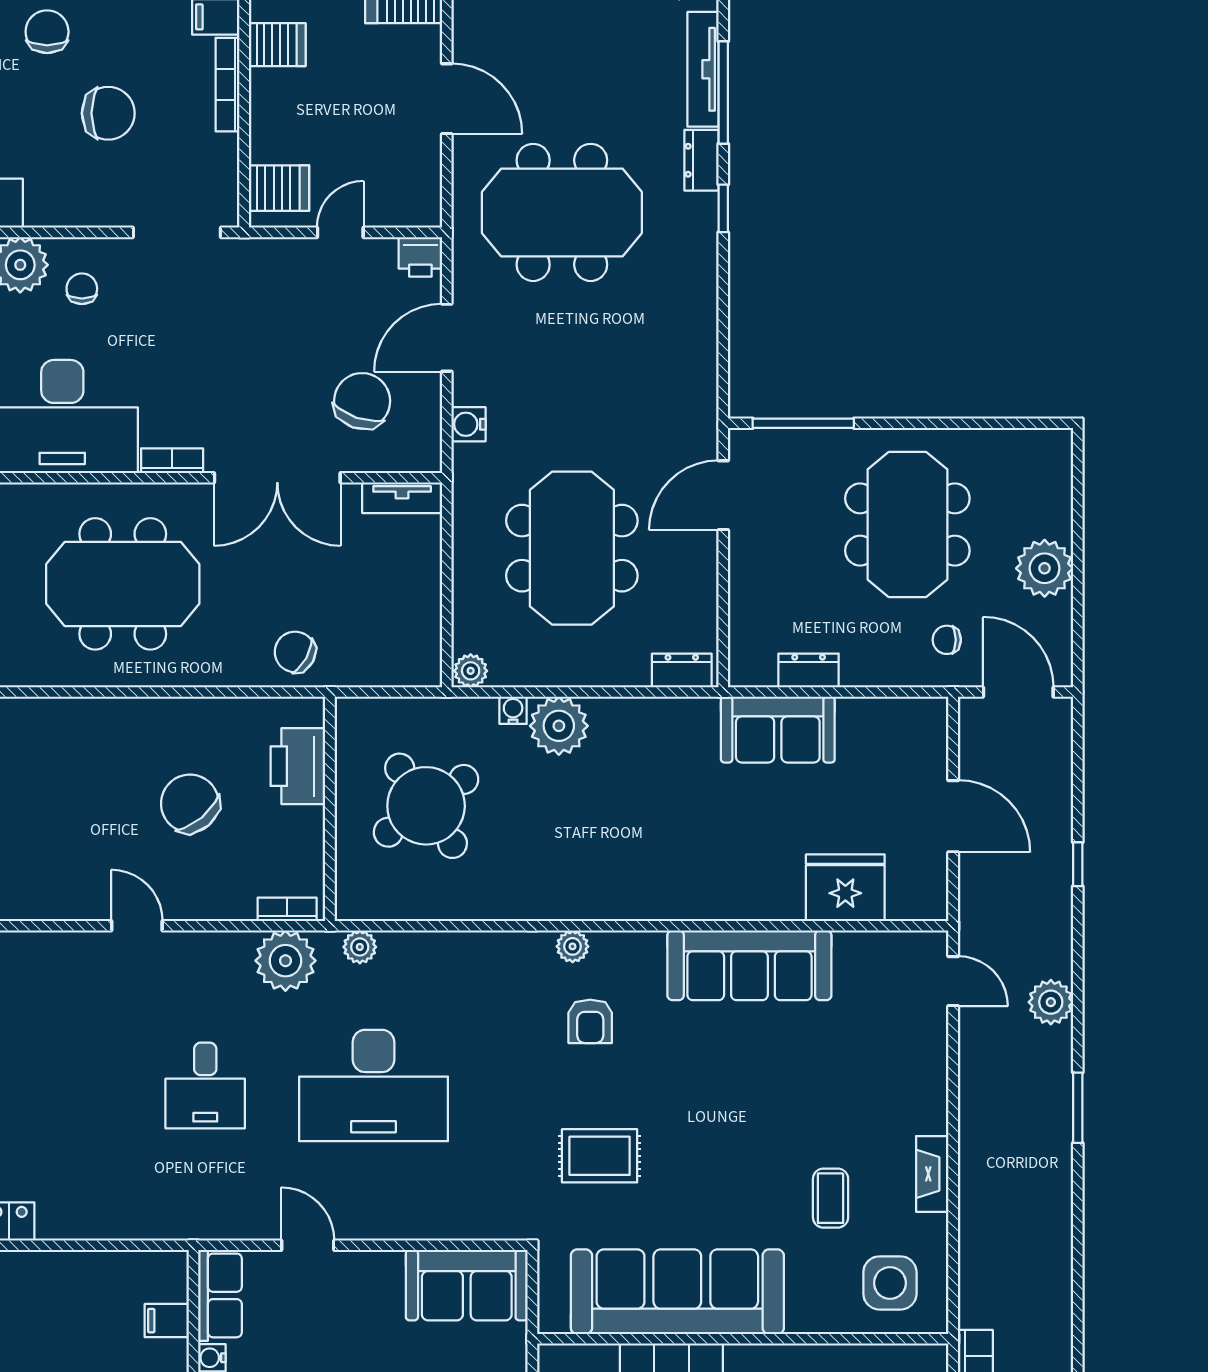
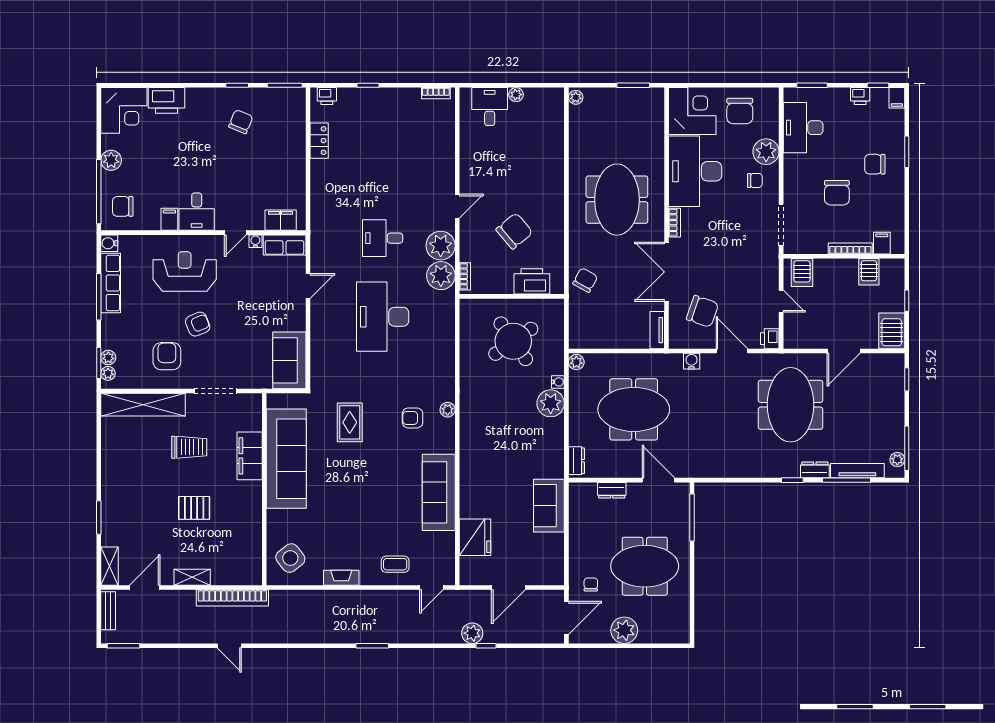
chair: (47, 32) -> (875, 164), turned 180
dresser: (809, 670) -> (612, 490), moved, turned 90
plant: (360, 947) -> (441, 246), moved, width x1.88, depth x1.88
plant: (1051, 1002) -> (472, 633), moved
coffee table: (831, 1198) -> (395, 564), moved
side table: (890, 1283) -> (290, 558), turned -38
filing cabinet: (167, 1321) -> (281, 220), width x2.00

